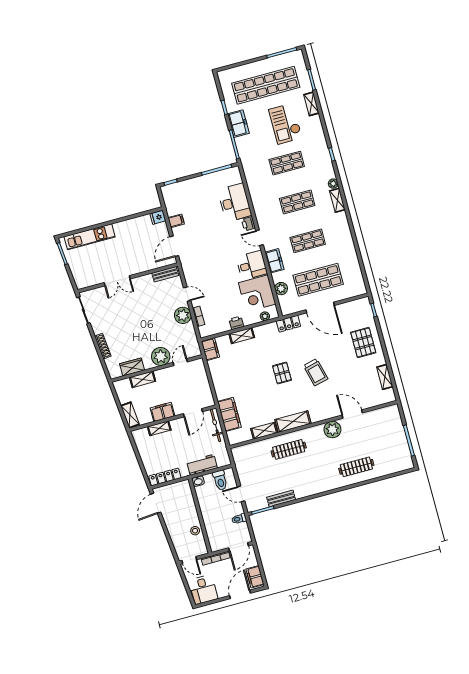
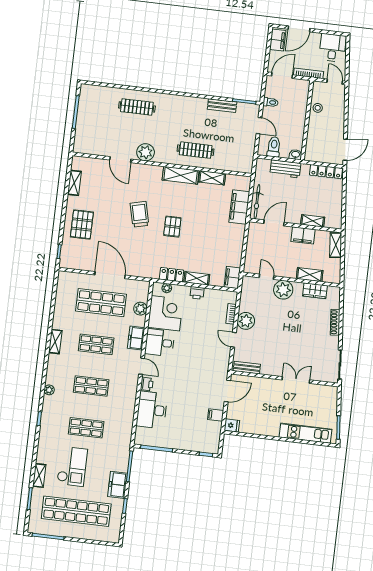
shelving: (337, 200) -> (55, 342), moved
locker: (288, 324) -> (172, 275), moved
door: (180, 362) -> (266, 277), swing flipped

